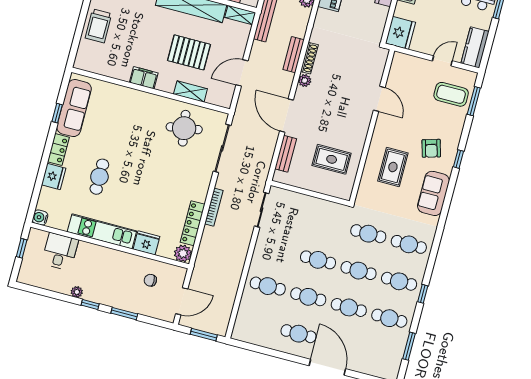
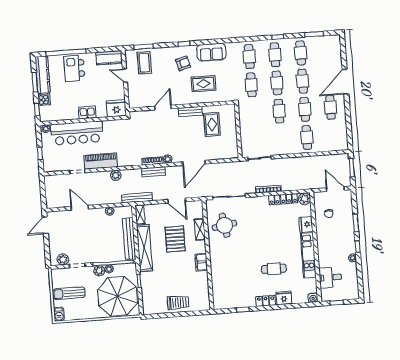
sofa: (74, 108) -> (236, 300), removed
bench: (286, 154) -> (190, 112), moved

